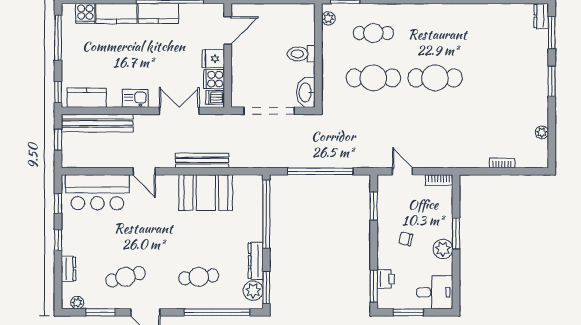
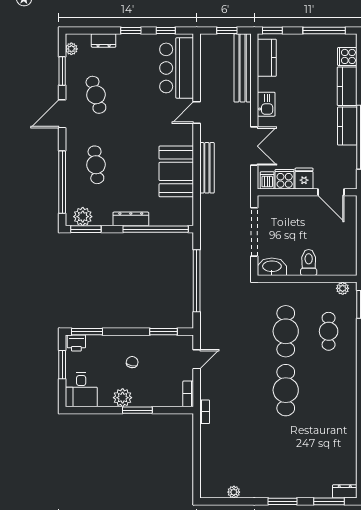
bookcase: (502, 163) -> (205, 412), moved
dresser: (256, 261) -> (131, 219), moved
printer: (386, 279) -> (76, 343), moved

